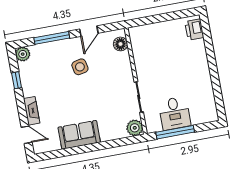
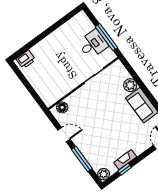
side table: (80, 67) -> (93, 128), removed
fireplace: (32, 111) -> (125, 160), moved
plant: (135, 128) -> (130, 85), moved

